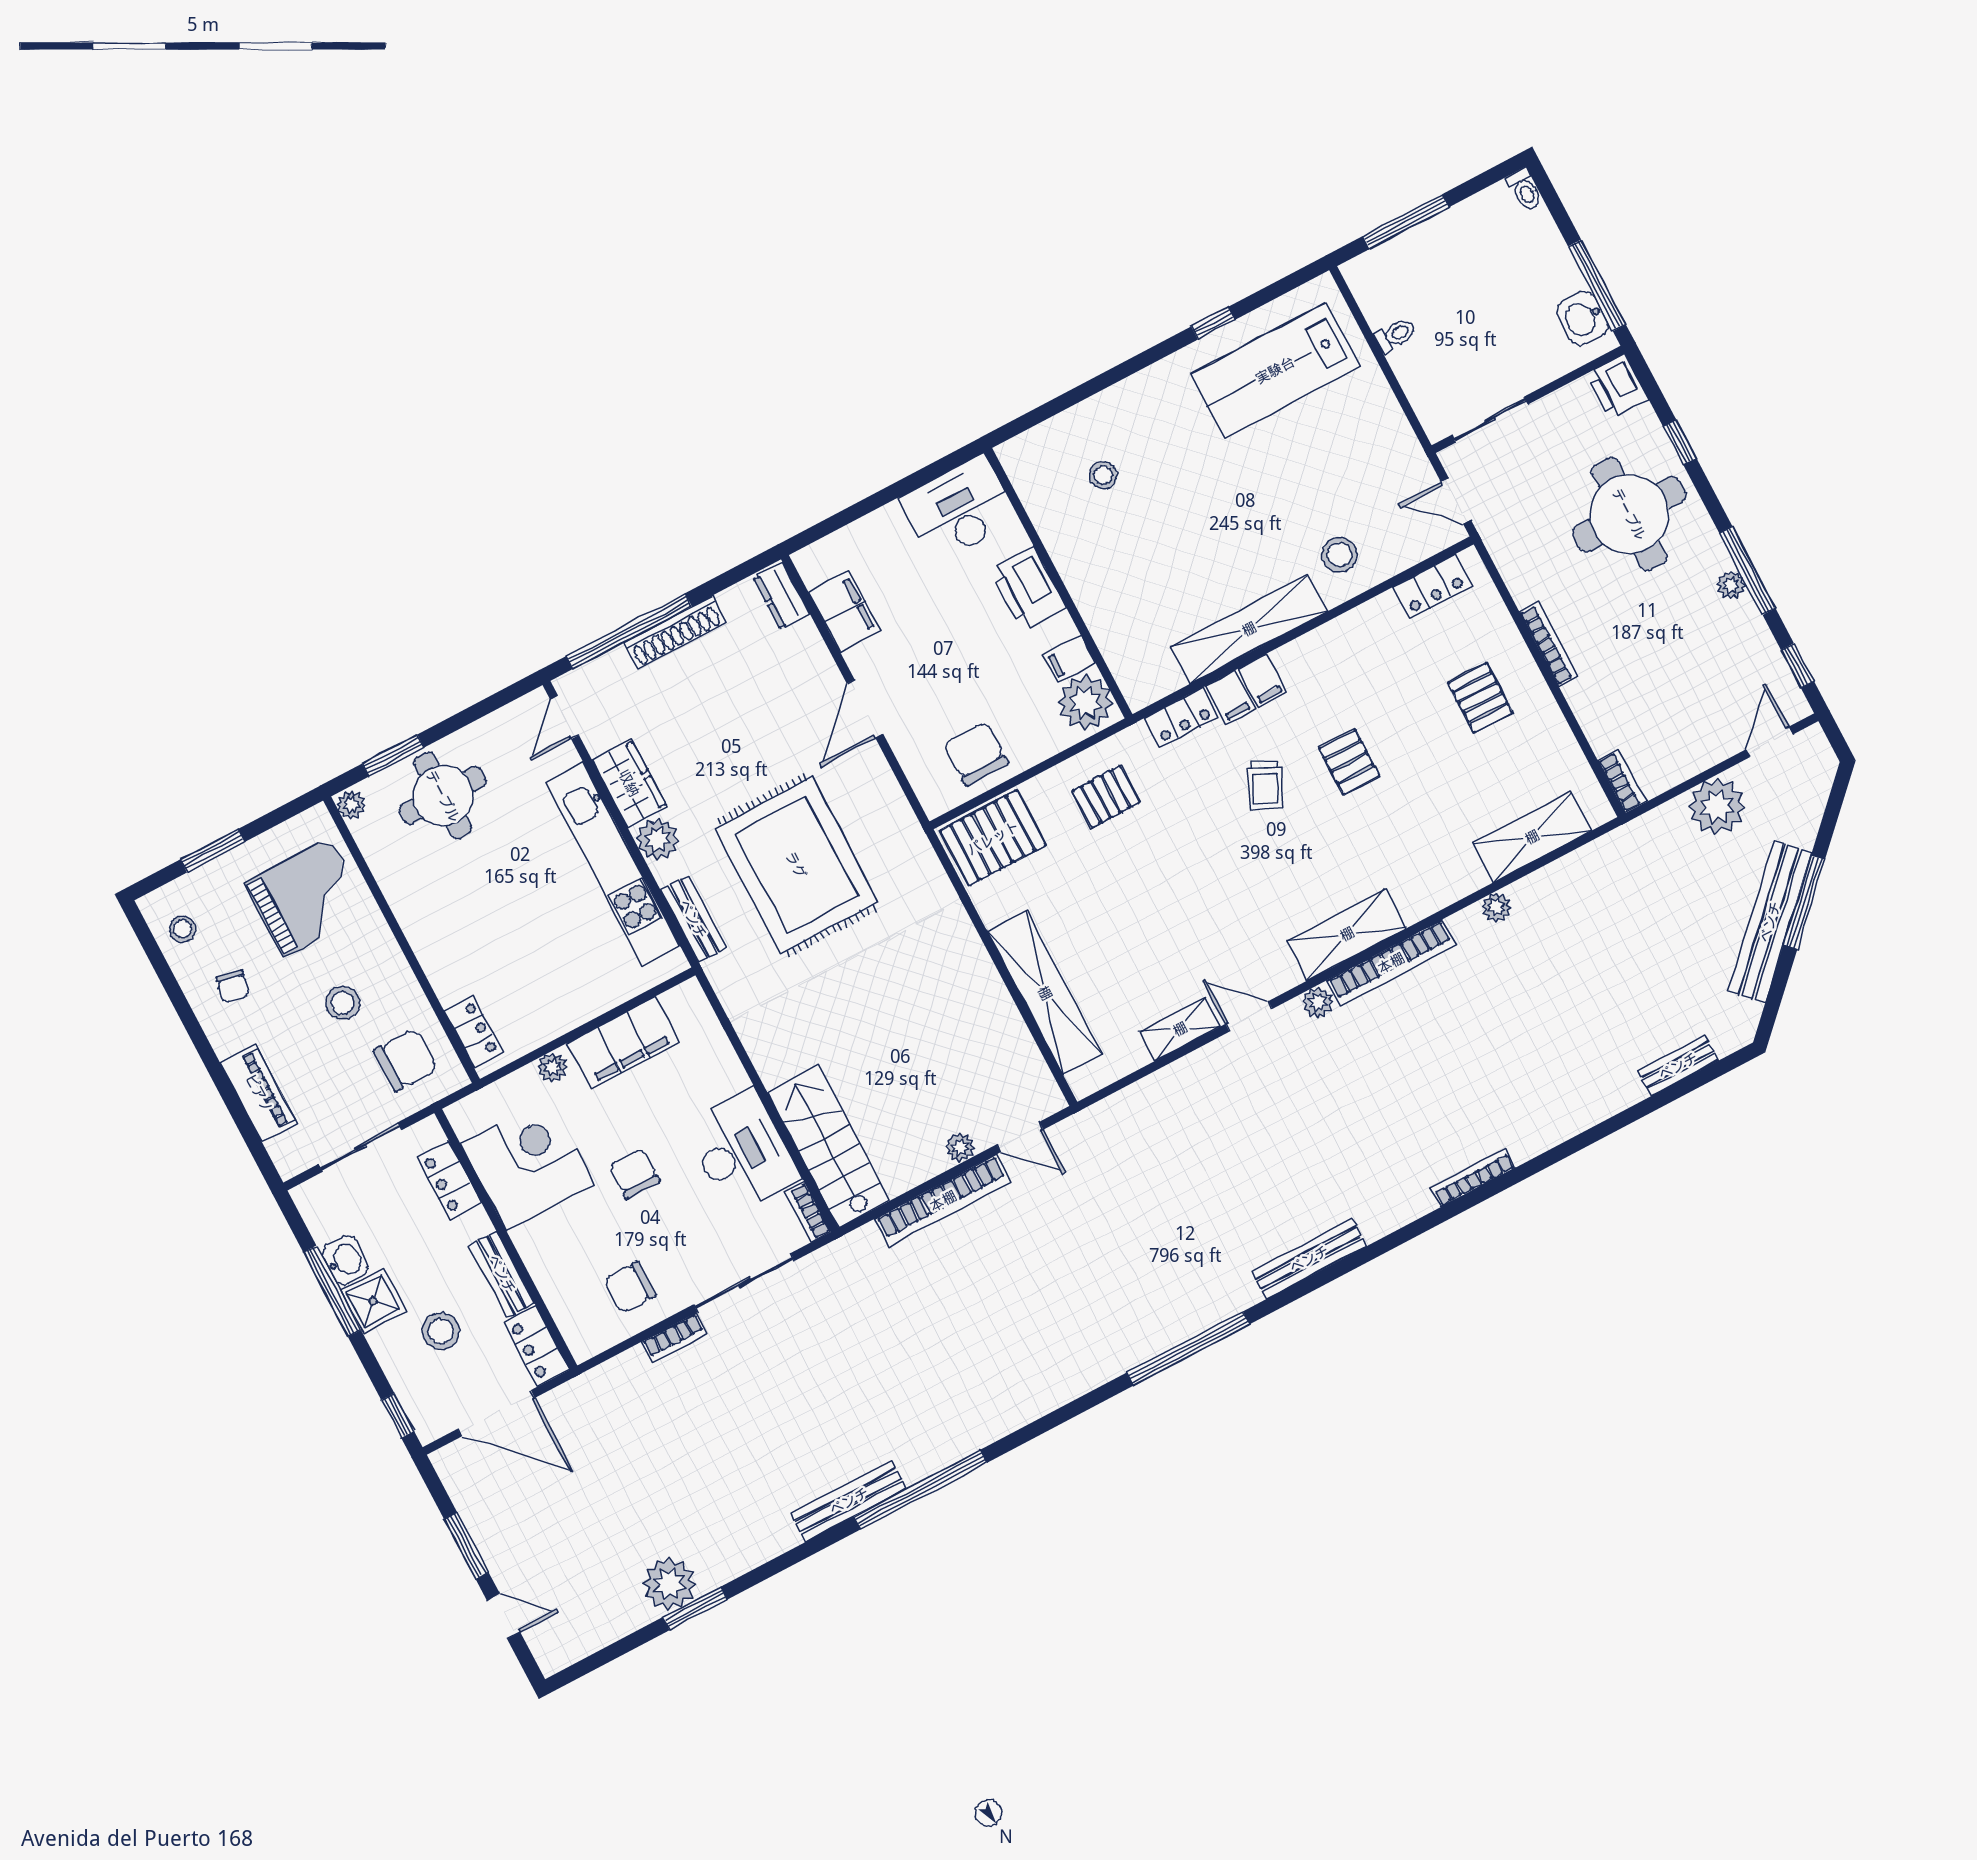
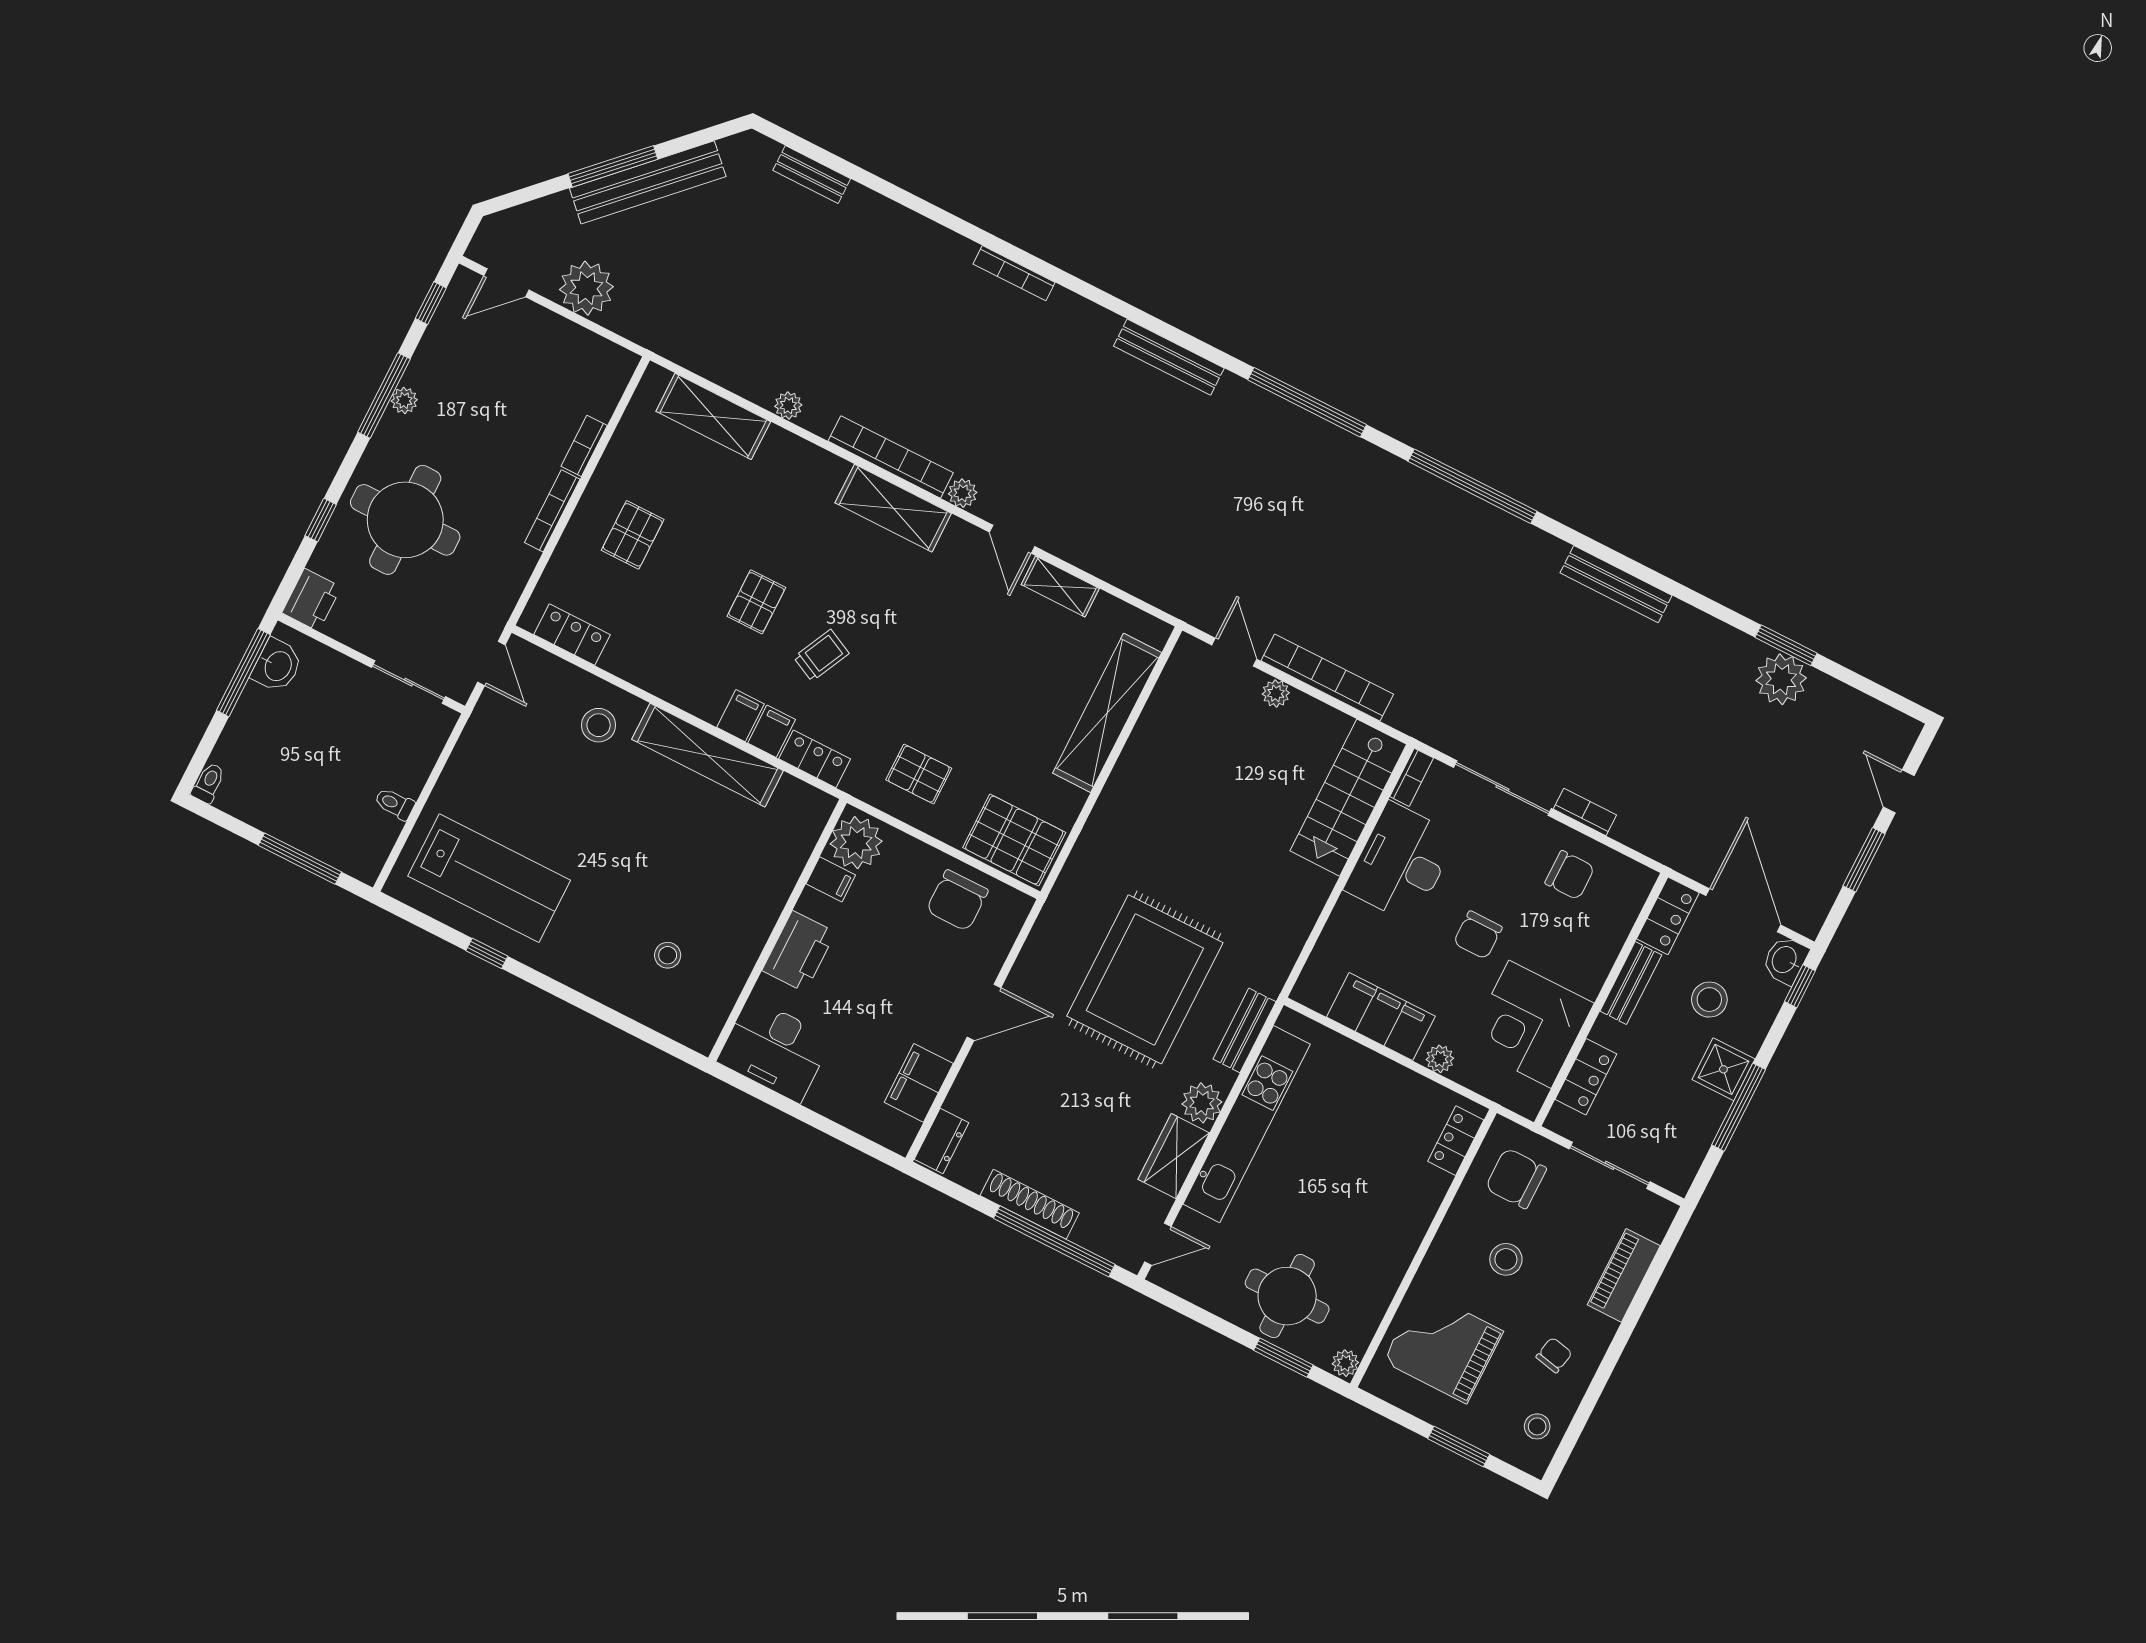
bookcase: (1622, 781) -> (584, 446), moved
washbasin: (345, 1260) -> (1785, 960), moved
window: (920, 1490) -> (1472, 486), moved

